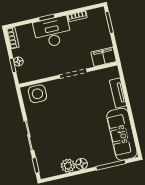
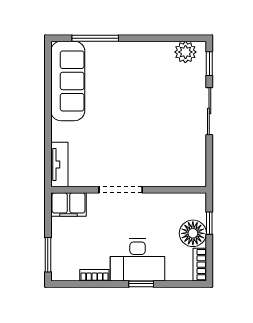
floor lamp: (18, 61) -> (193, 233), width x1.89, depth x1.89
tv unit: (118, 93) -> (59, 165), moved
side table: (37, 94) -> (182, 172), removed
floor lamp: (82, 164) -> (139, 50), removed
plant: (68, 166) -> (185, 52), moved

